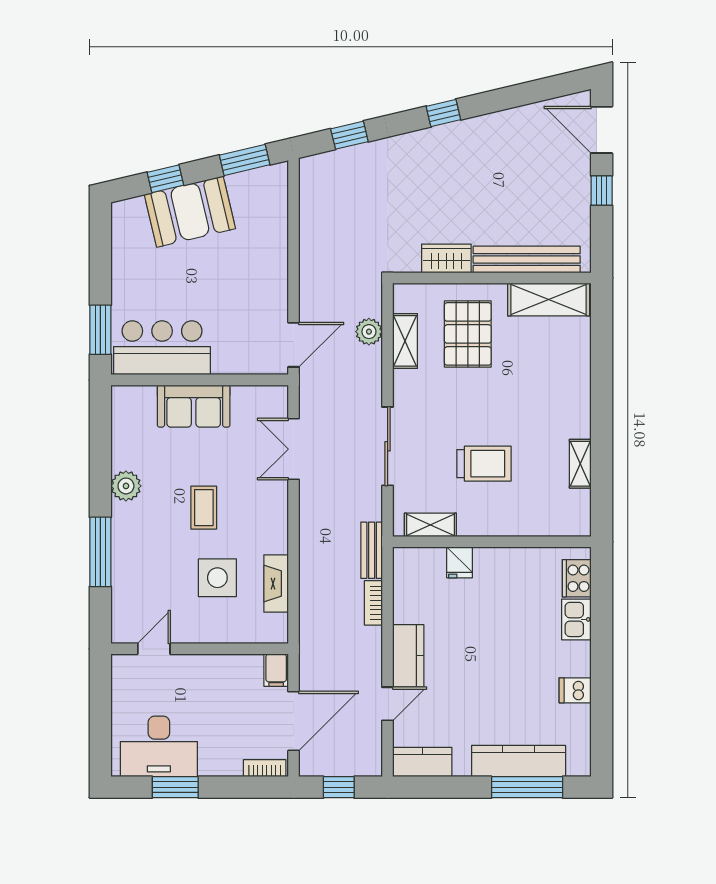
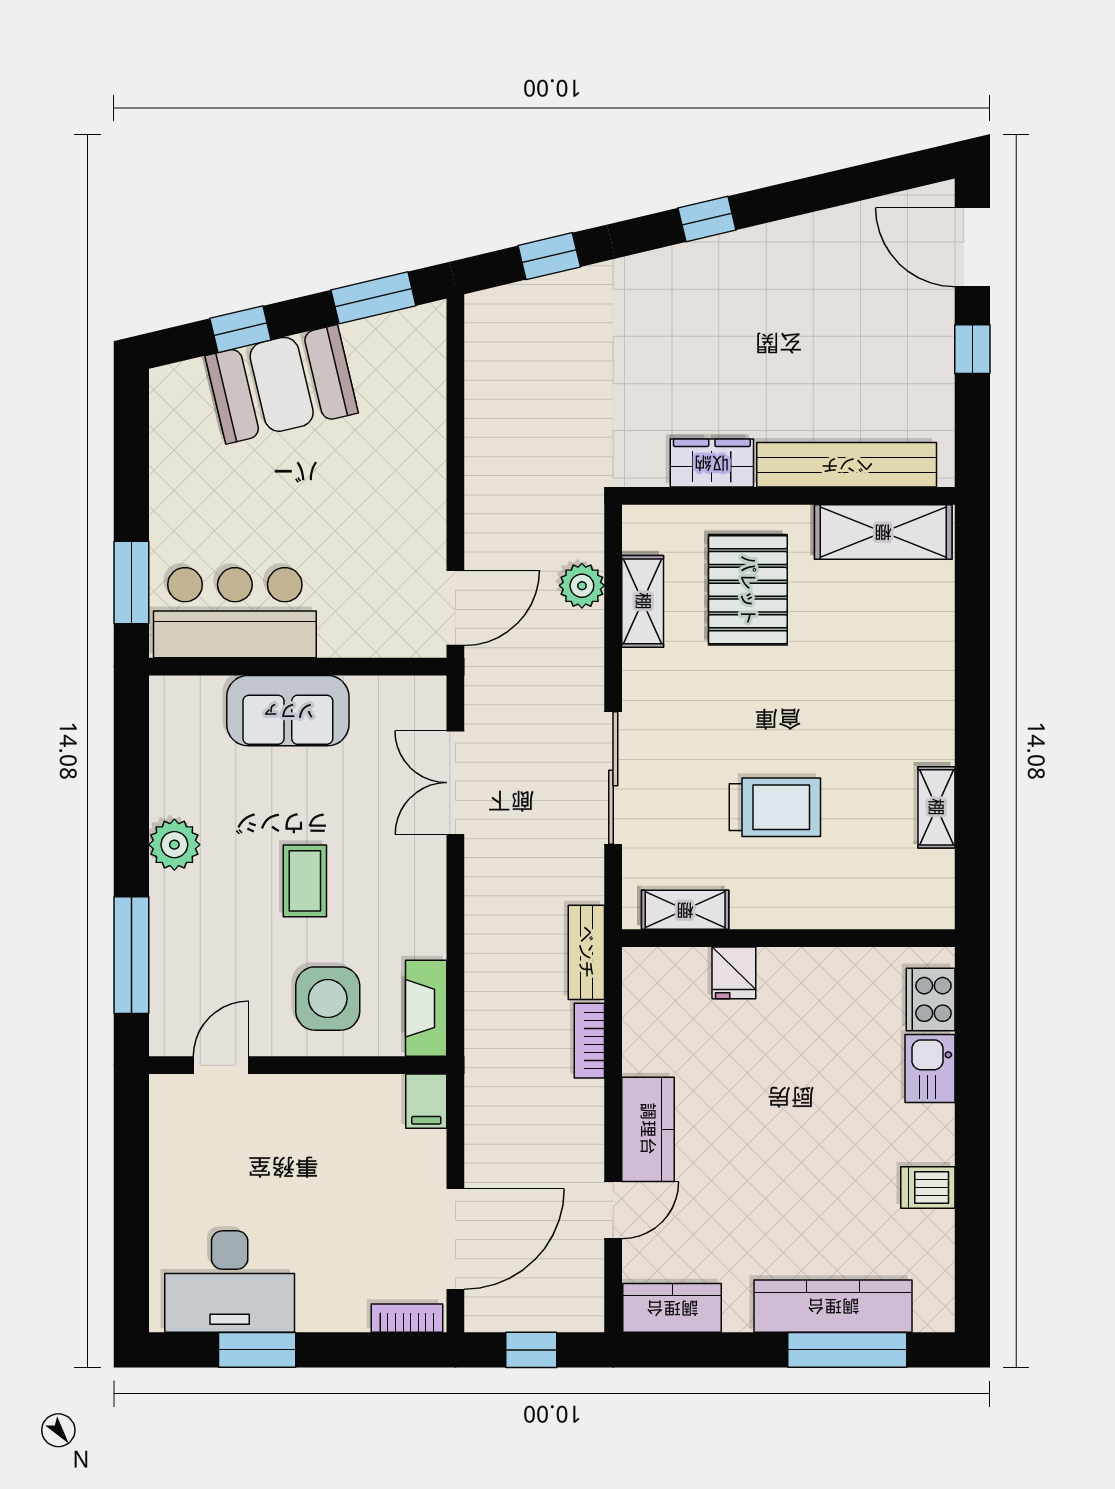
door: (154, 649) -> (221, 1065), moved
wall: (200, 649) -> (298, 1065), moved
filing cabinet: (276, 670) -> (426, 1101), moved

